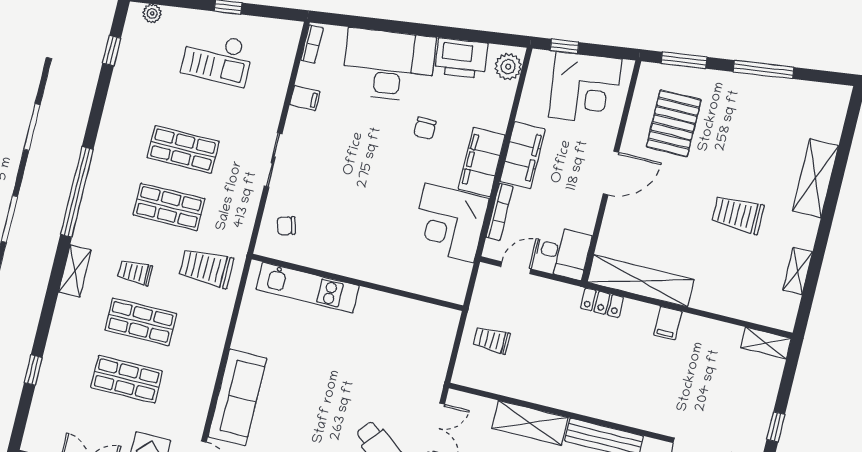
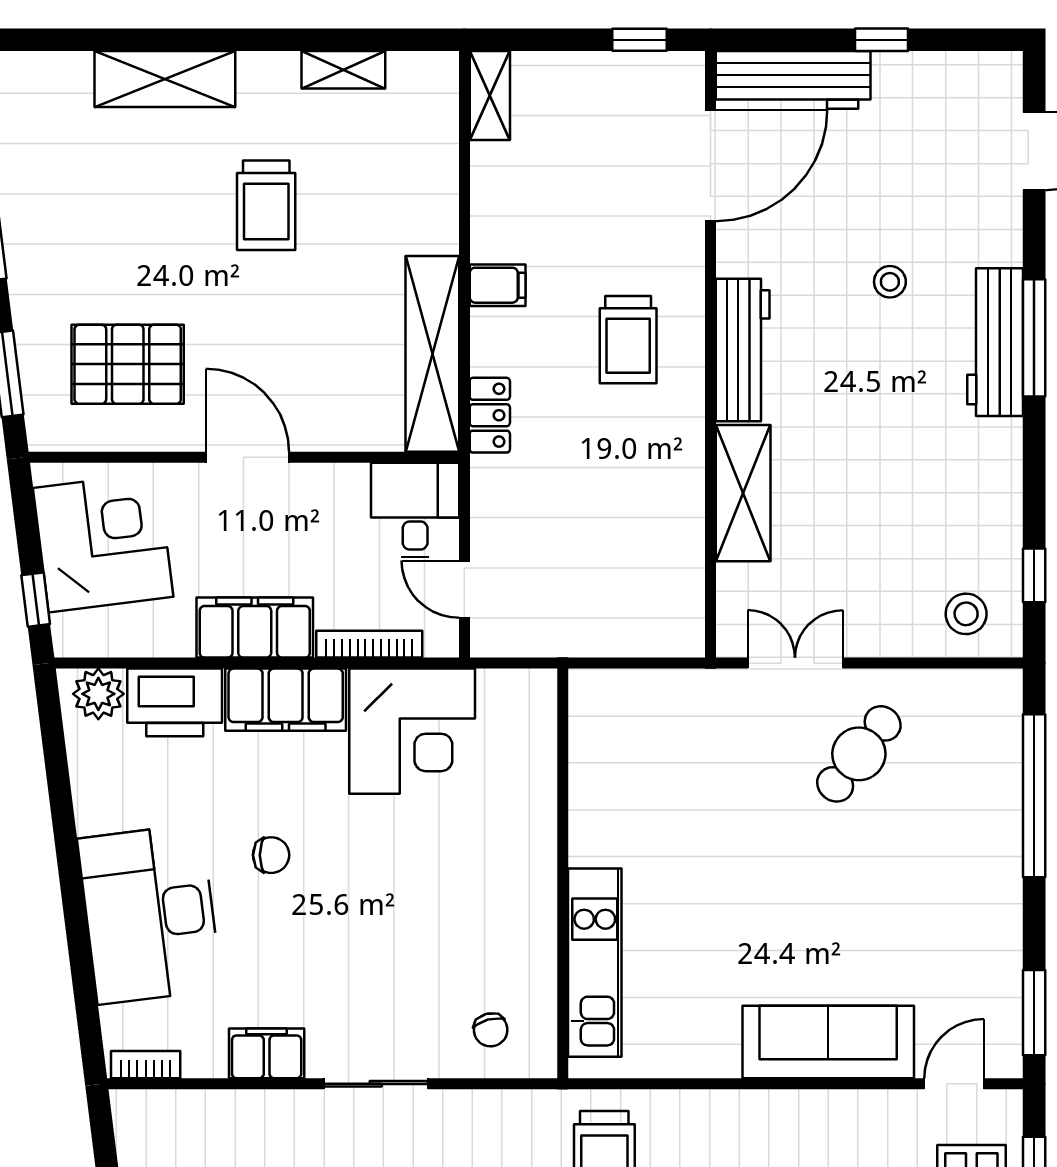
printer: (461, 58) -> (175, 702), moved, turned 97
filing cabinet: (305, 98) -> (267, 1053), width x2.00
chair: (425, 128) -> (271, 855), moved
trolley: (492, 340) -> (628, 340), moved, width x1.36, depth x1.39

